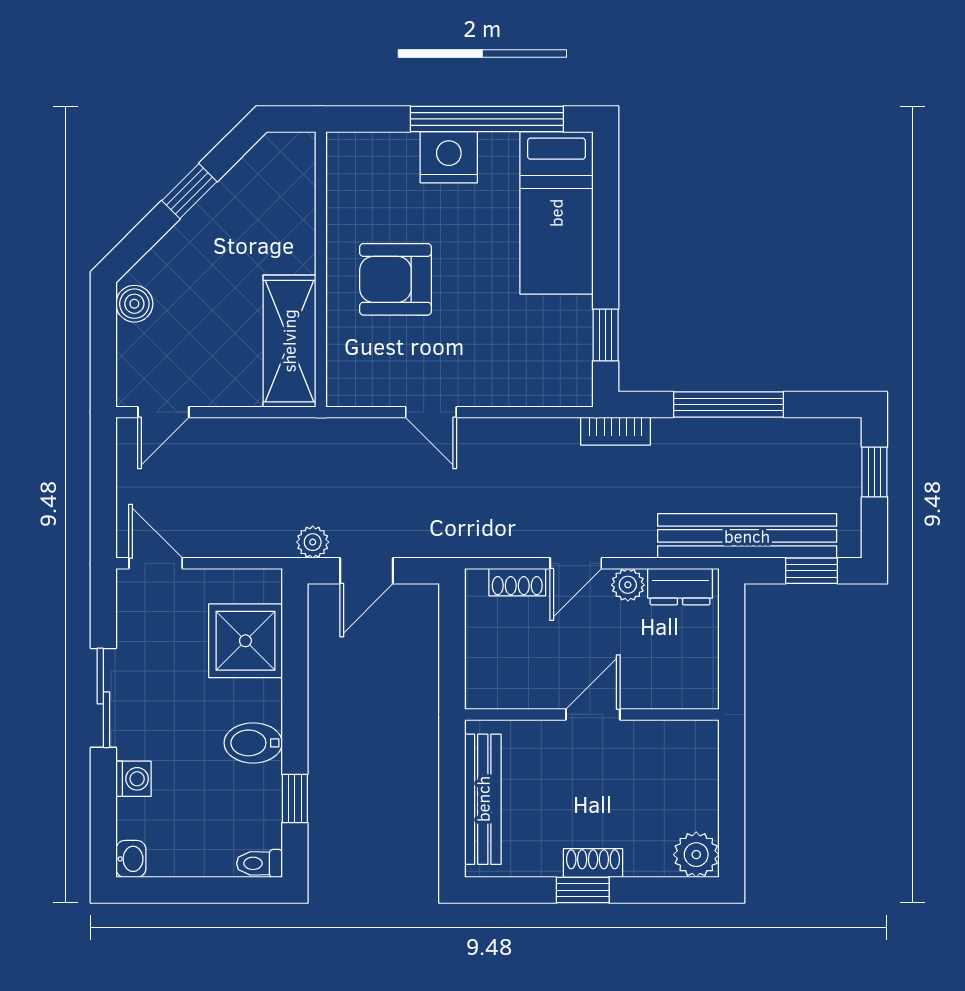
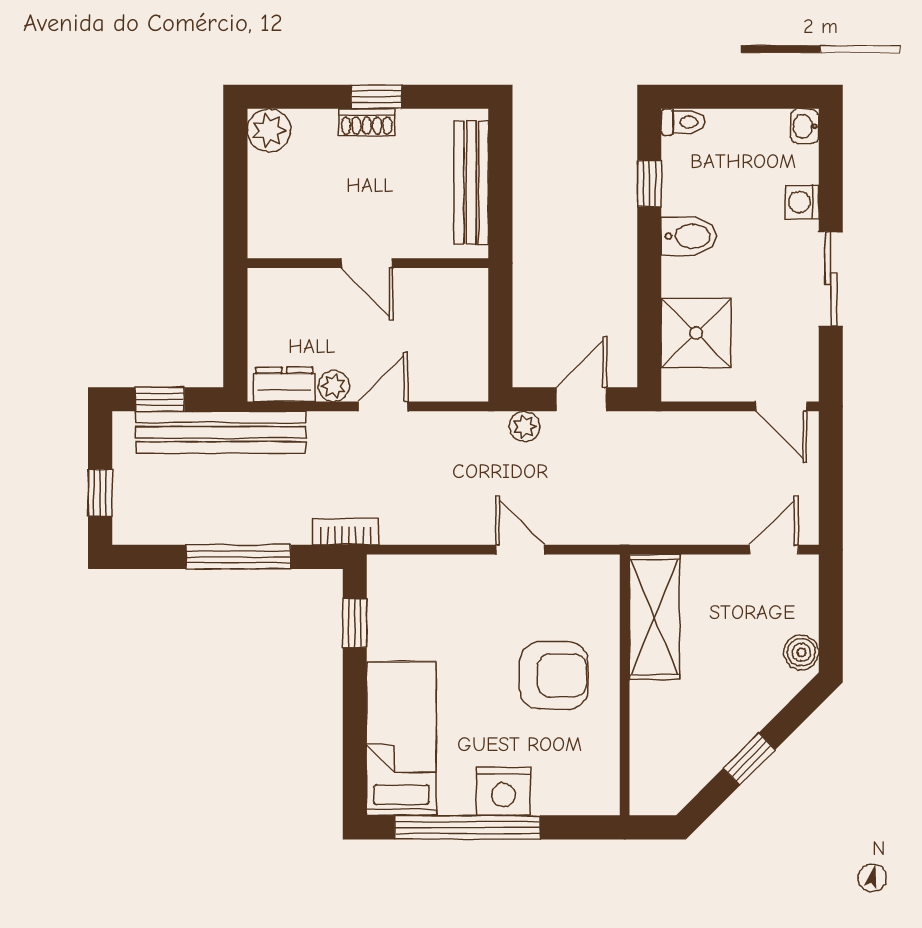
plant: (313, 542) -> (525, 426), moved
shoe rack: (517, 582) -> (439, 389), removed
door: (593, 714) -> (367, 263), hinge flipped

